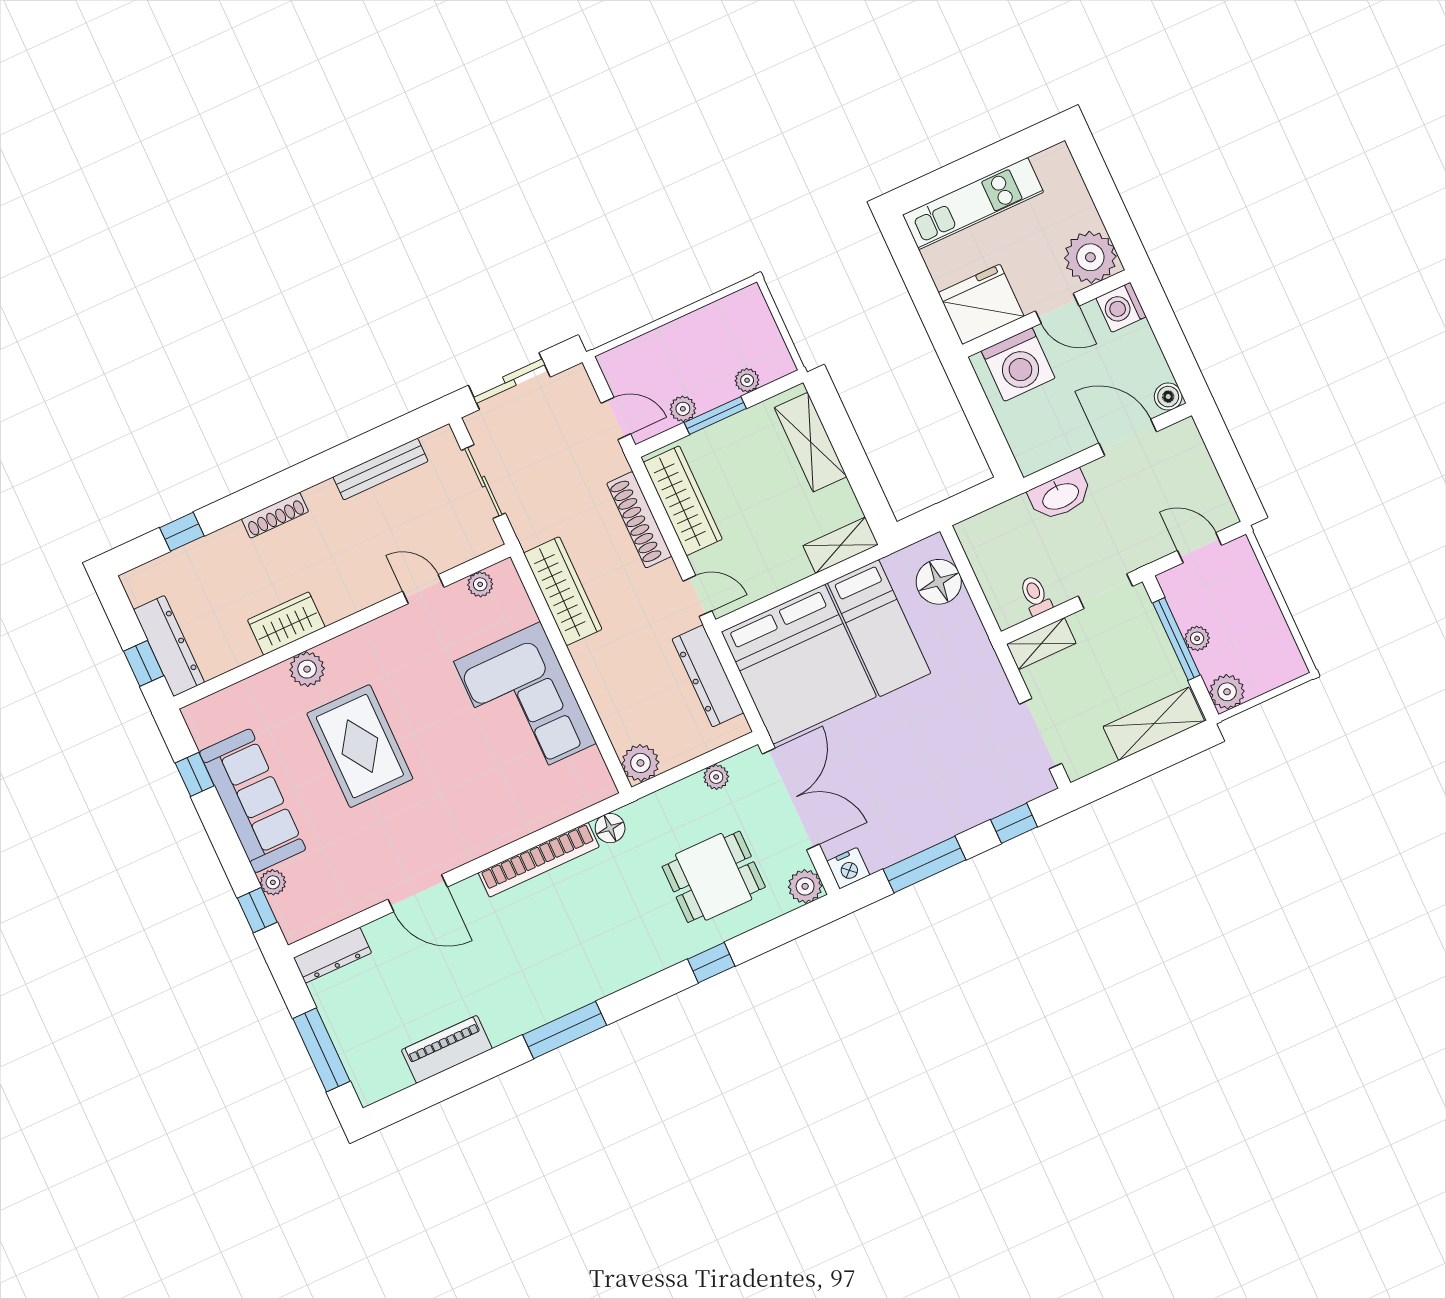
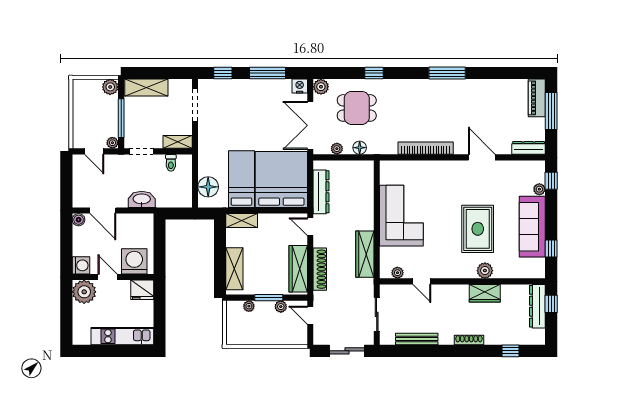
fridge: (981, 304) -> (142, 290), width x0.73, depth x0.75
plant: (1197, 638) -> (112, 143), moved
plant: (640, 763) -> (365, 169), removed
floor lamp: (610, 828) -> (360, 148), moved
piano: (447, 1049) -> (537, 98), moved, turned 90

